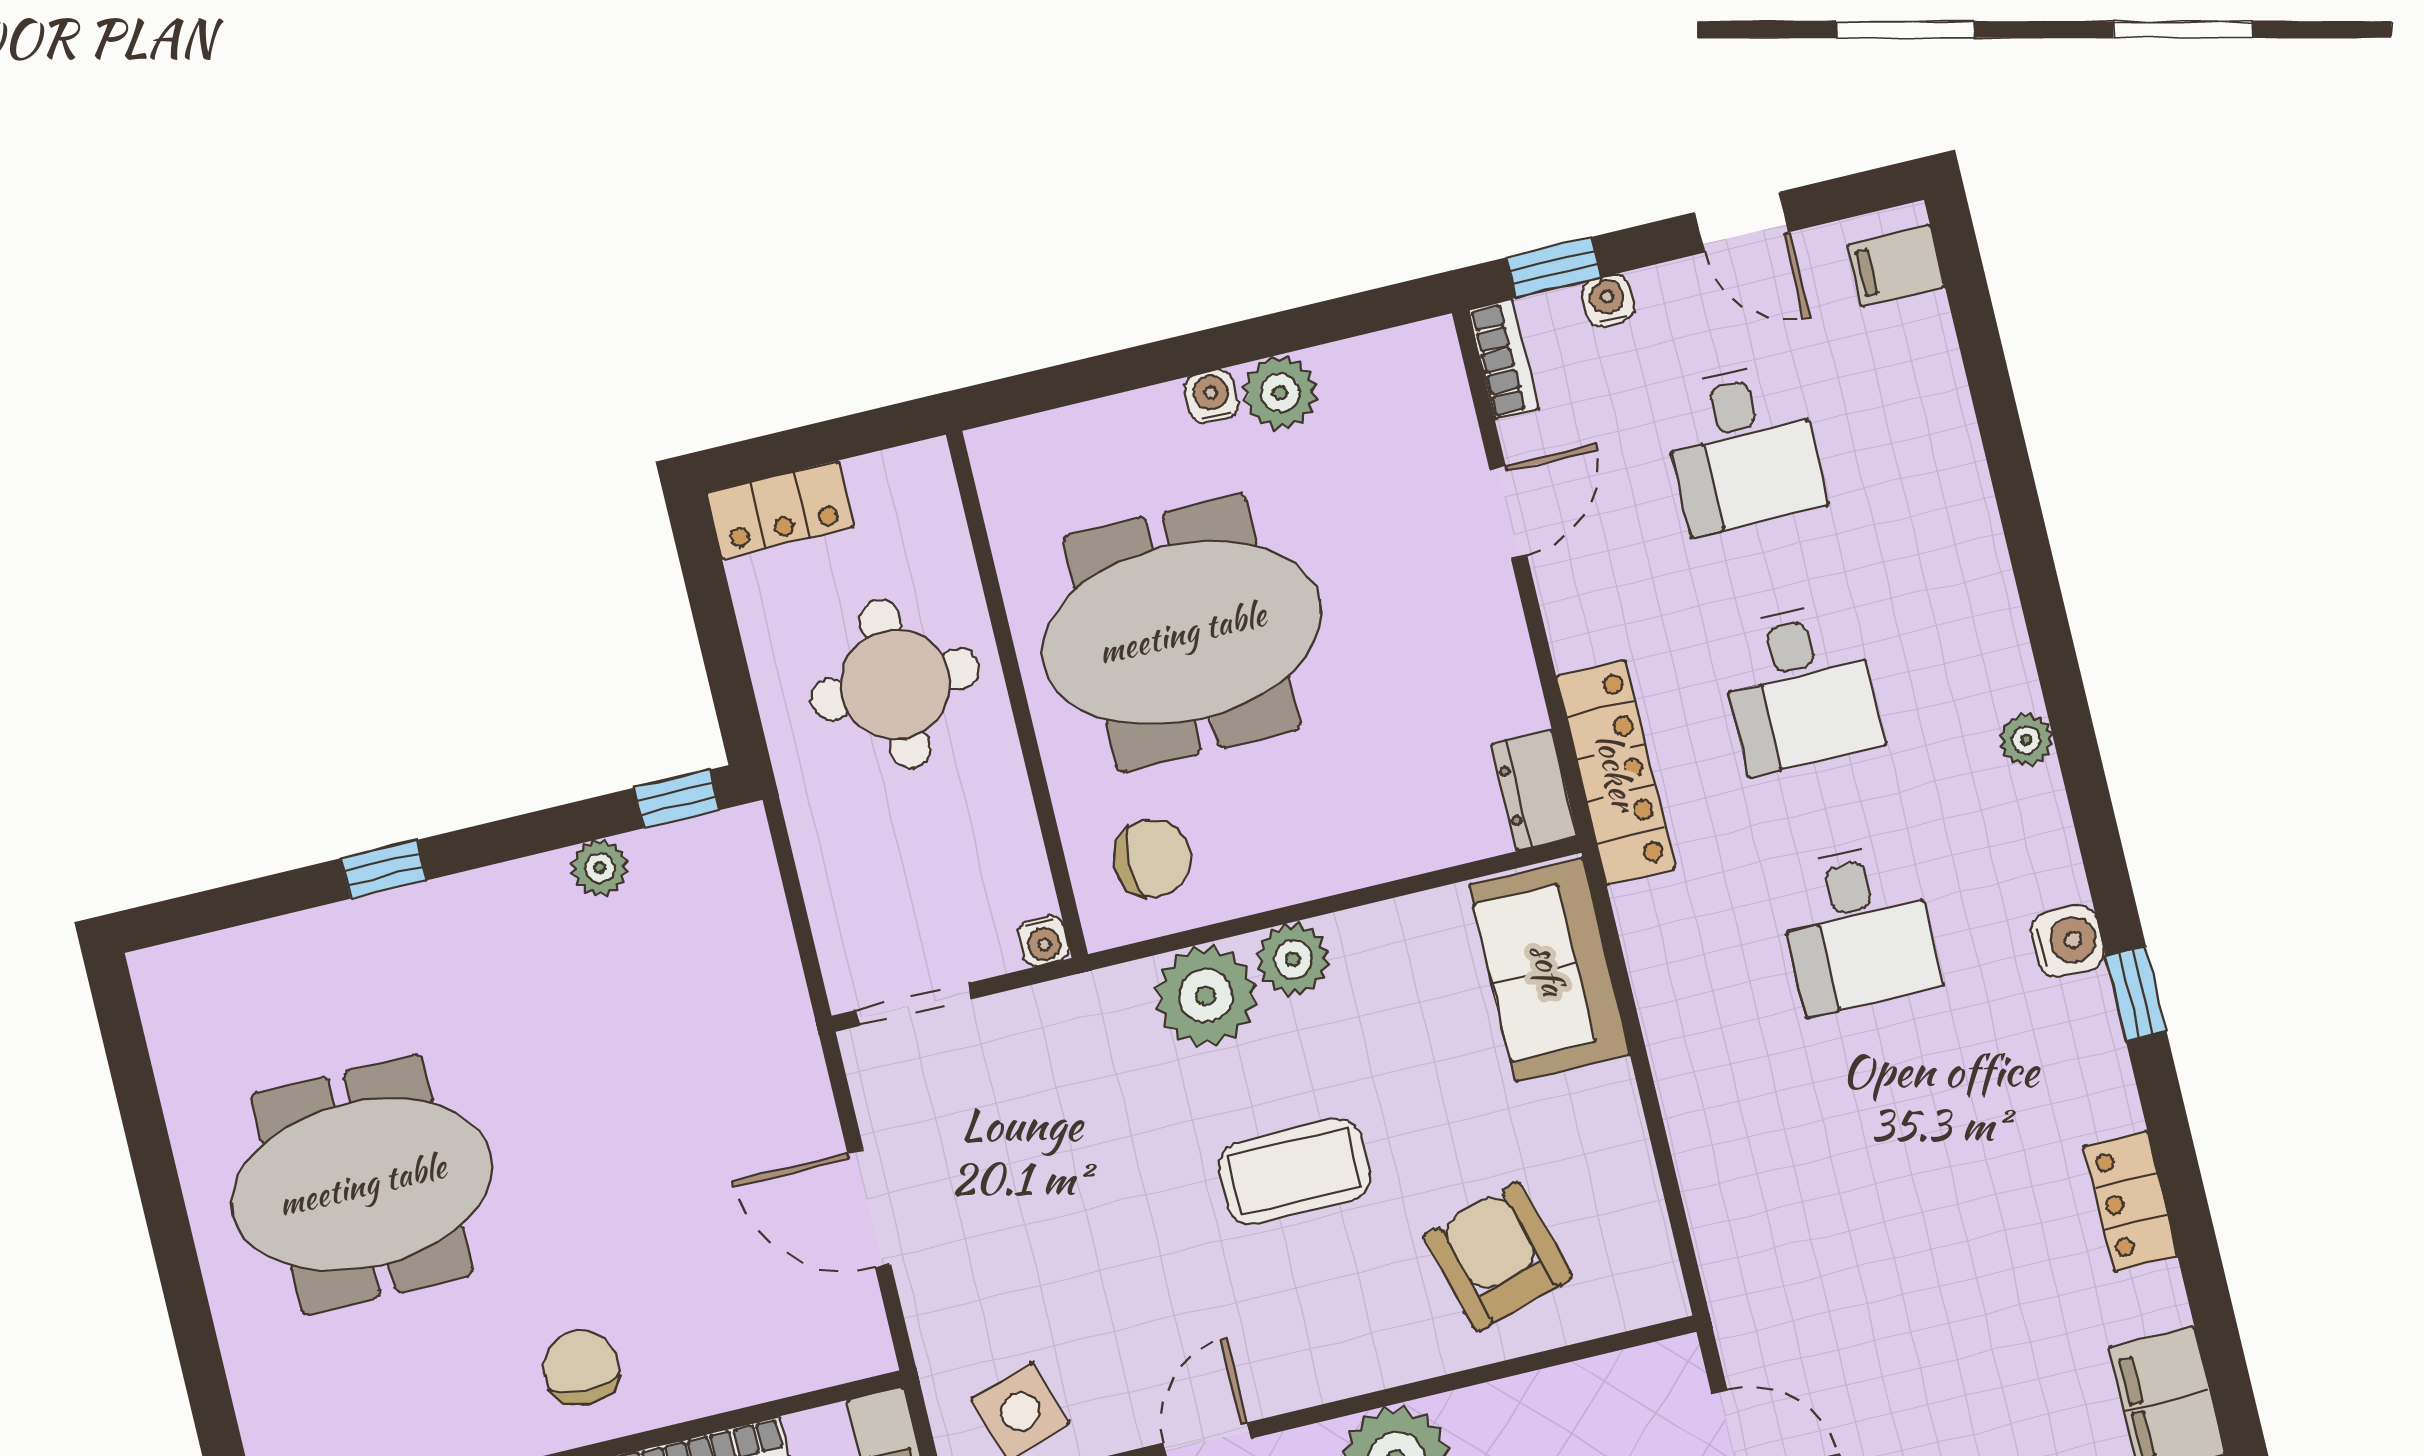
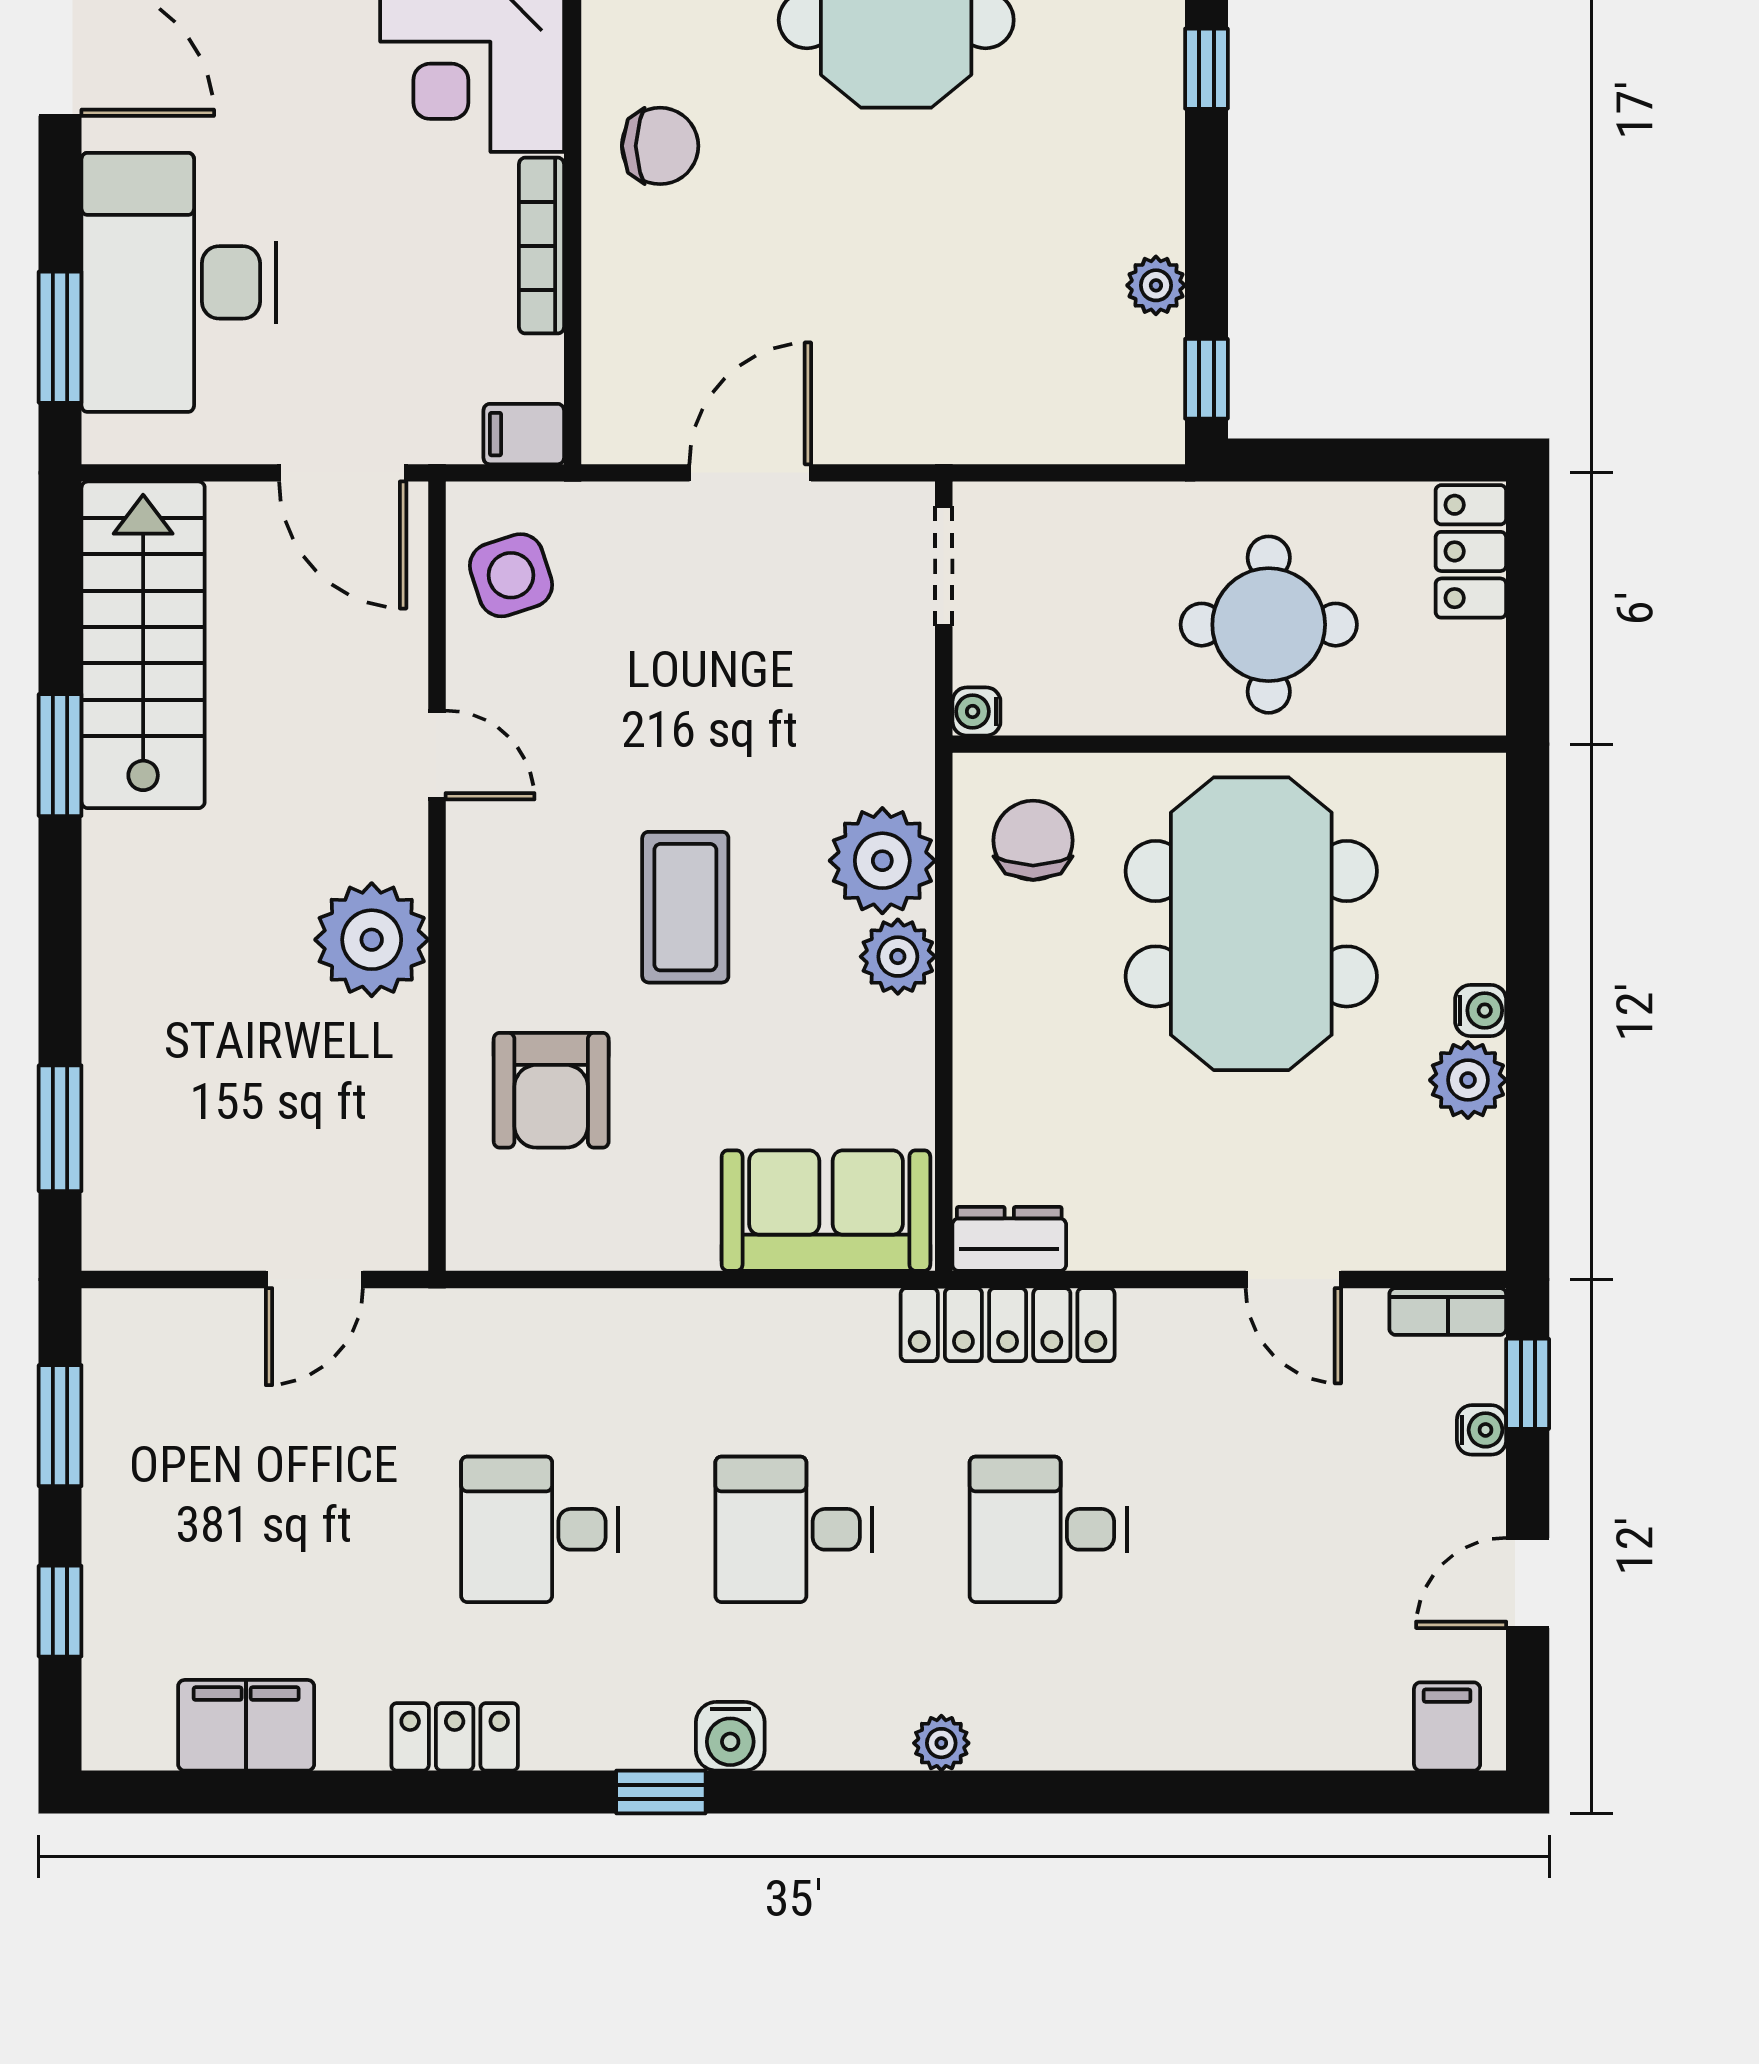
desk: (1742, 447) -> (540, 1529), moved
chair: (1152, 858) -> (1033, 840), turned 180
armchair: (1498, 1257) -> (551, 1090), turned 106

